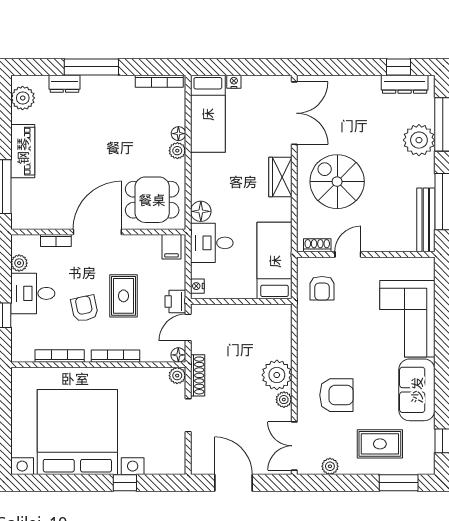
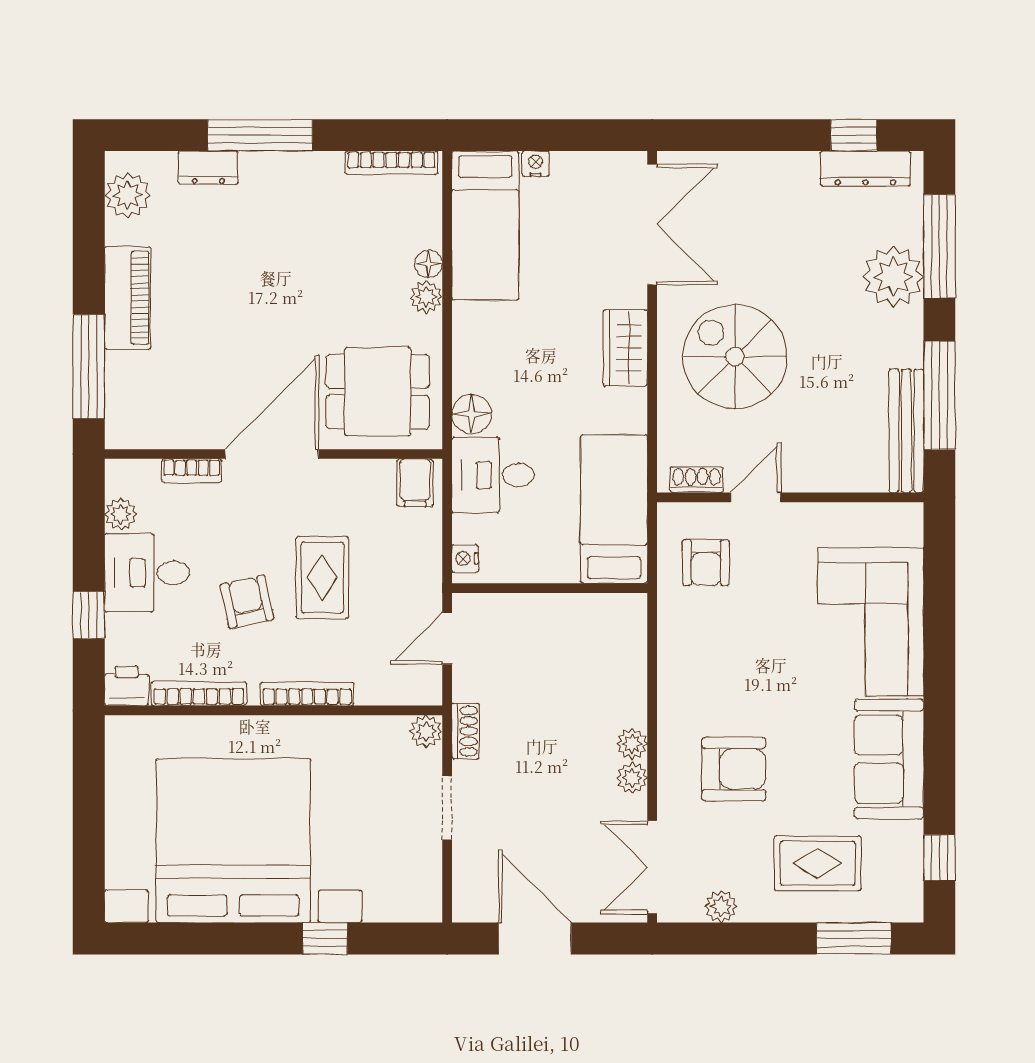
printer: (175, 301) -> (126, 686), moved, turned 90
floor lamp: (178, 355) -> (428, 692), removed
shoe rack: (198, 375) -> (465, 731), width x0.70
plant: (277, 375) -> (632, 744), width x0.53, depth x0.53

